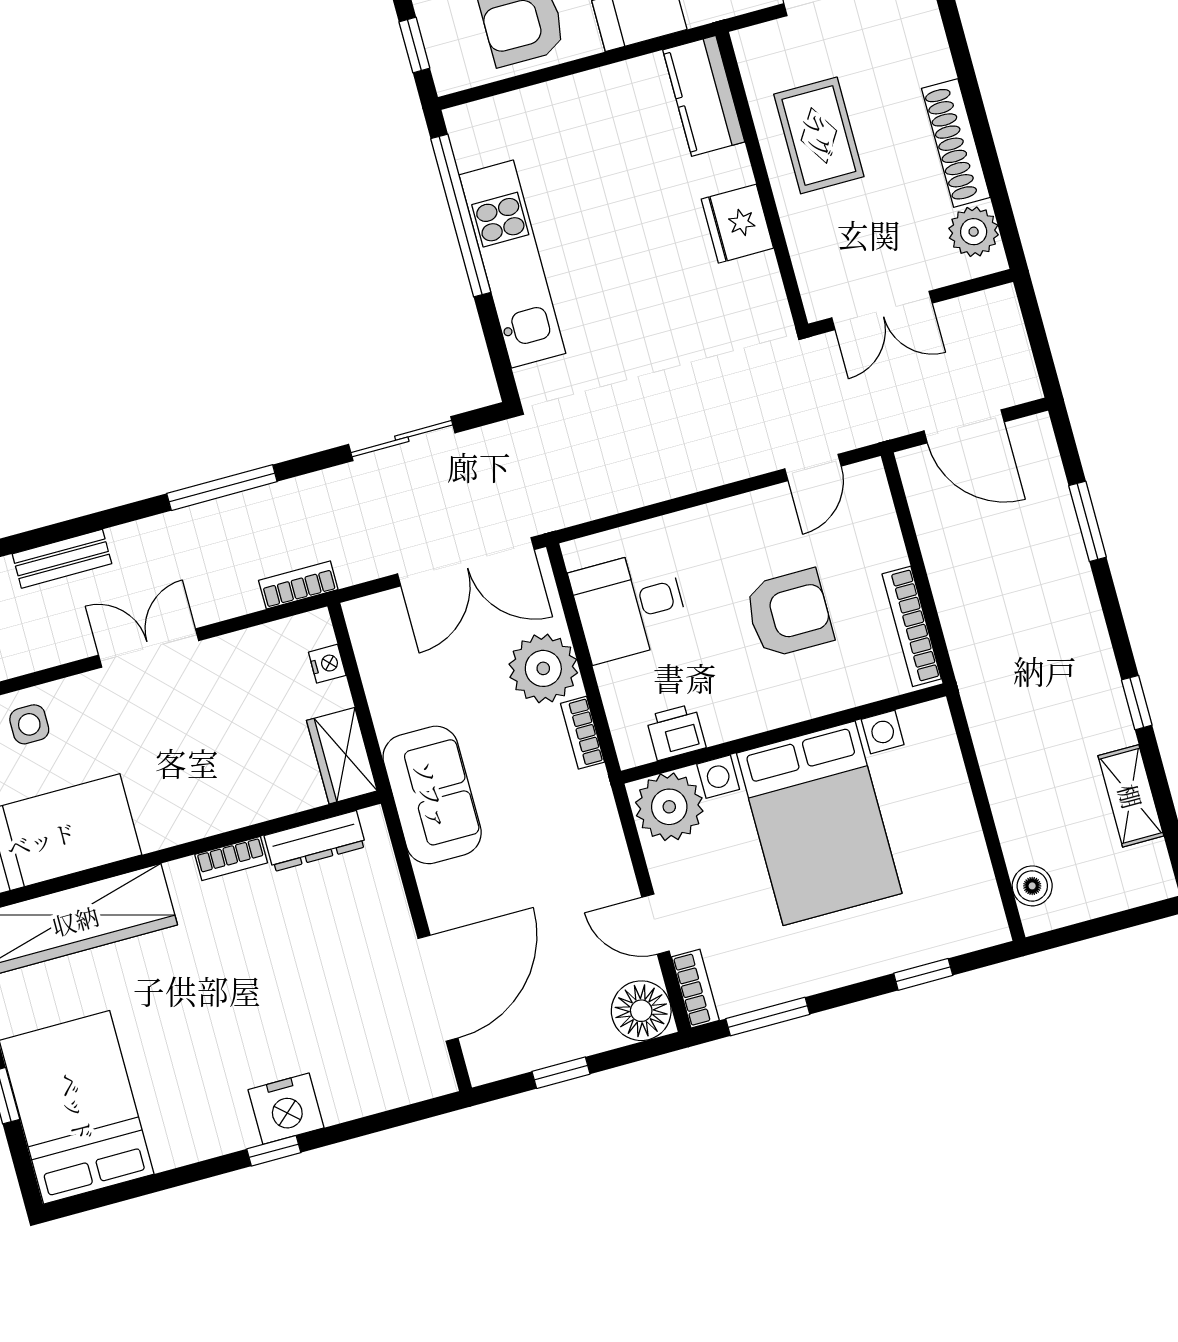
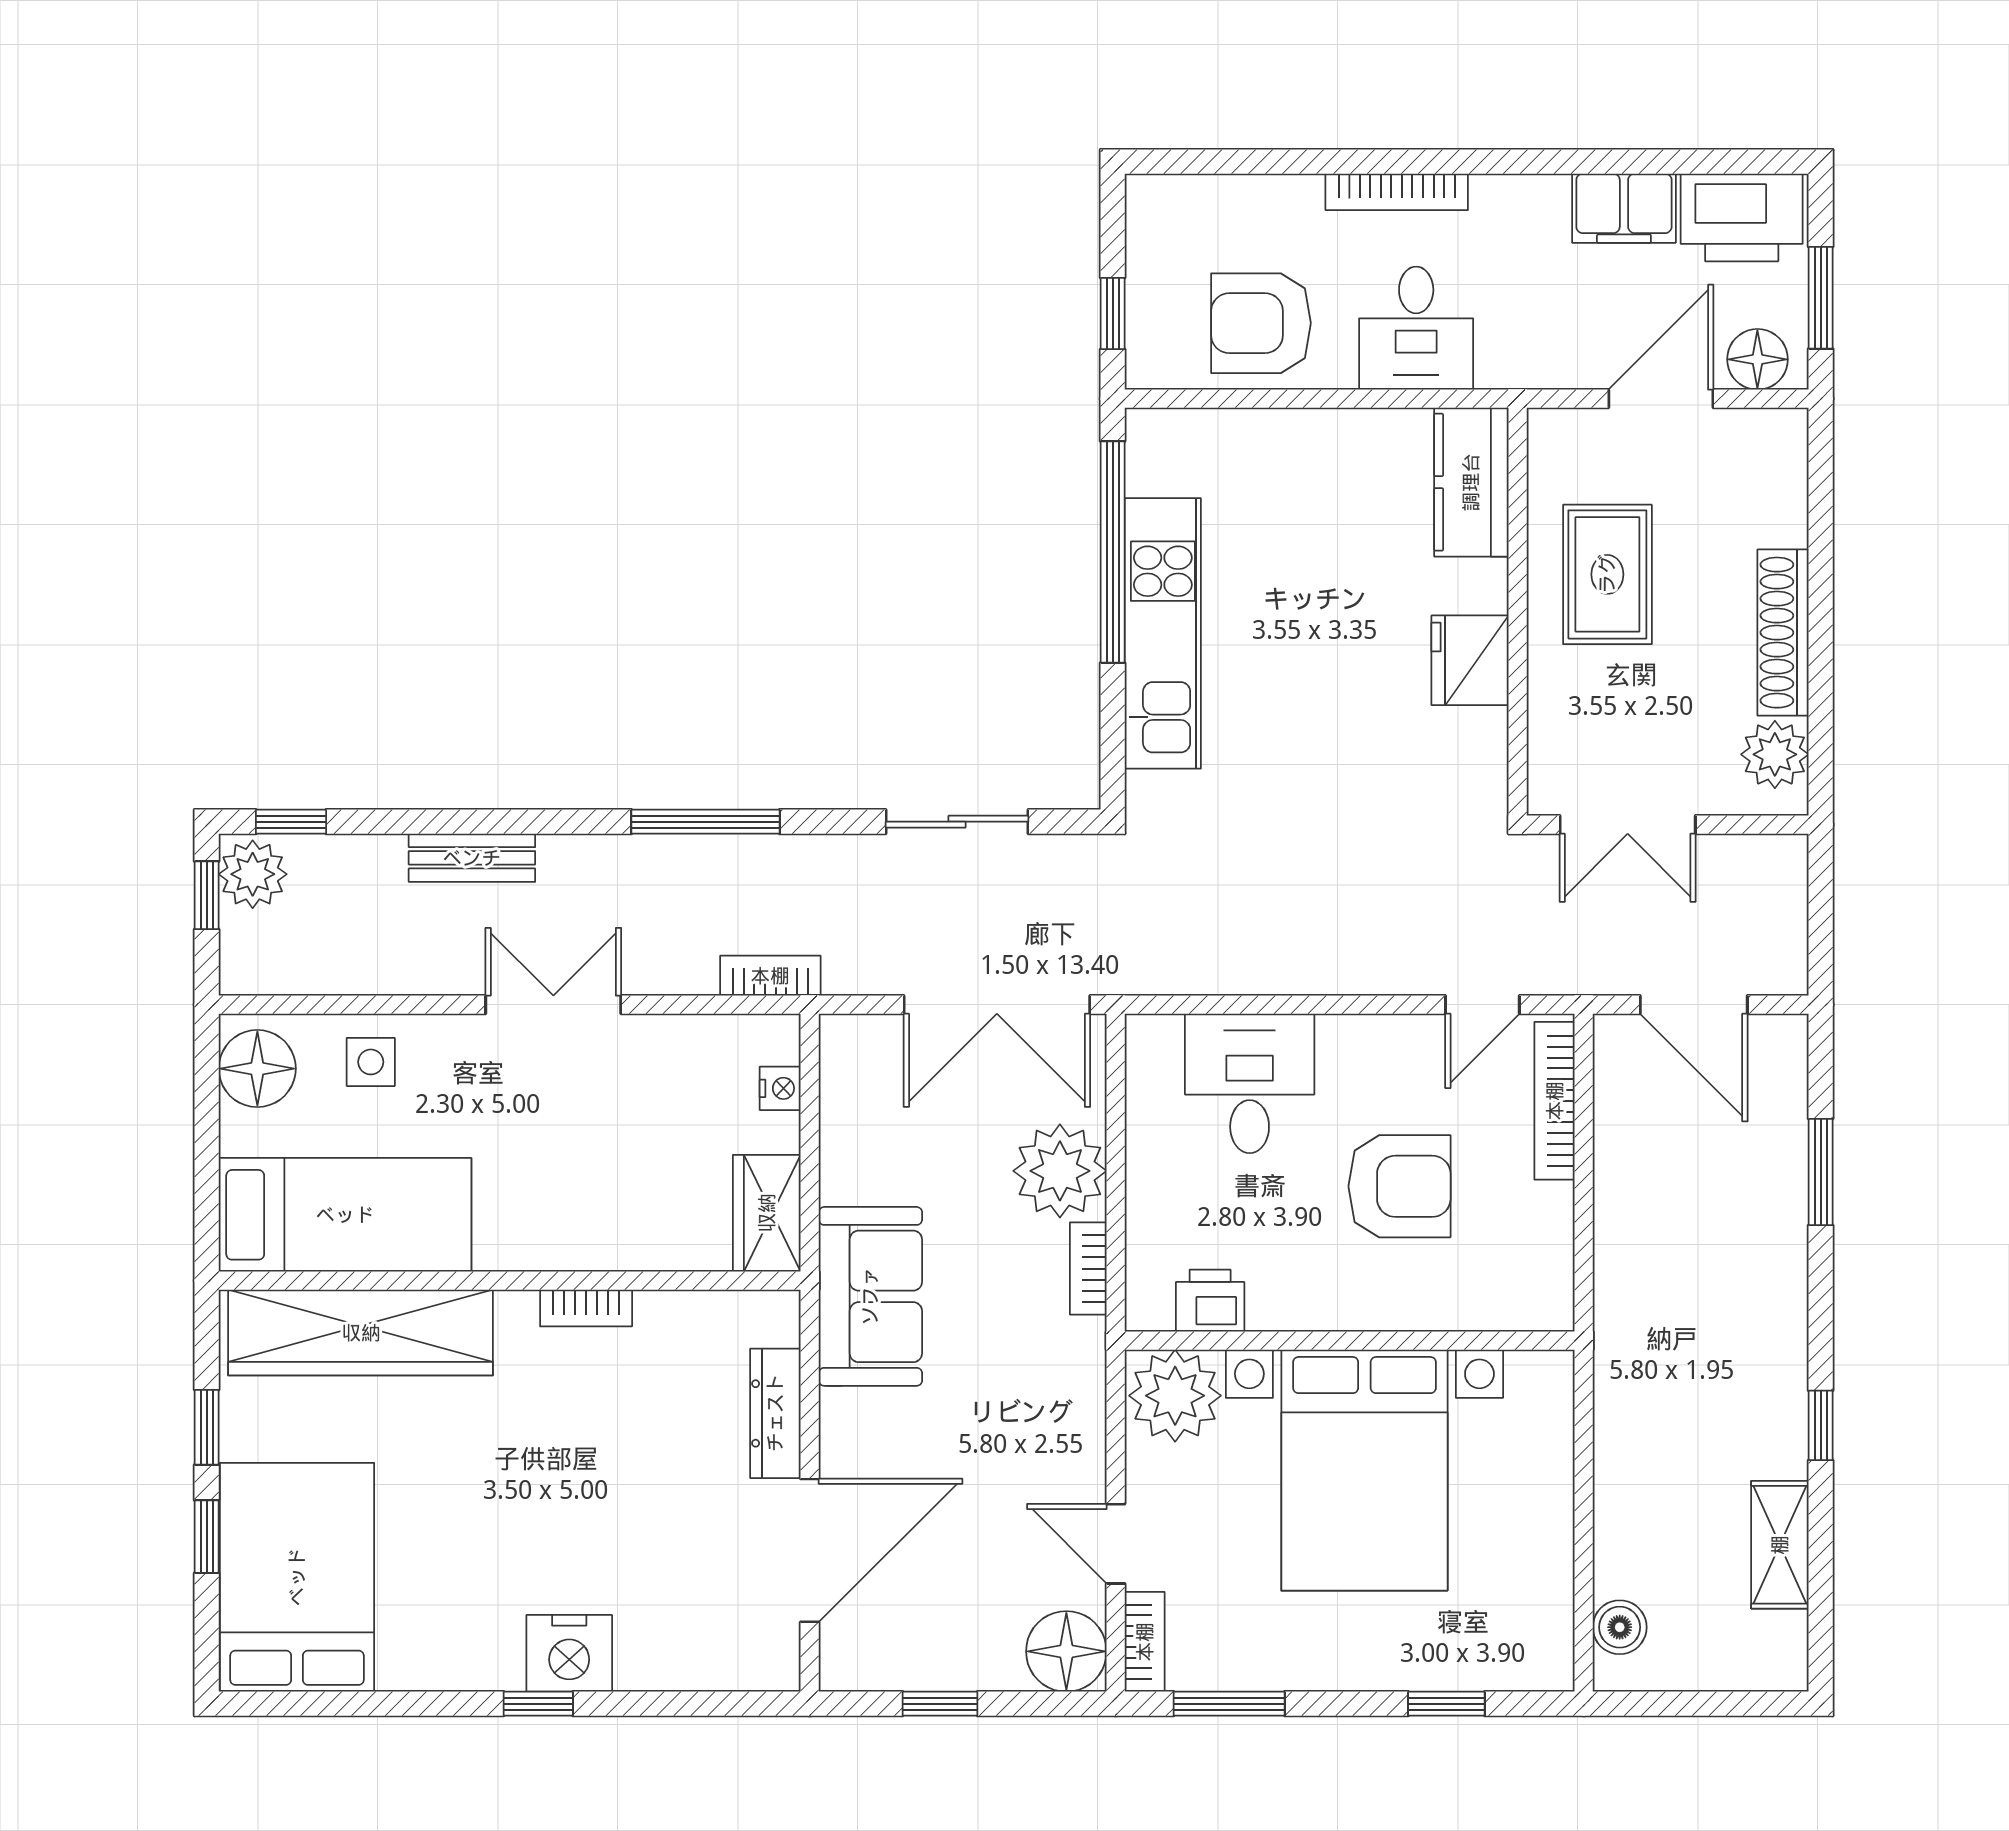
desk: (630, 606) -> (1250, 1083), moved, turned 90
bookcase: (912, 626) -> (1555, 1101), moved
dresser: (315, 841) -> (775, 1413), moved, turned 90

